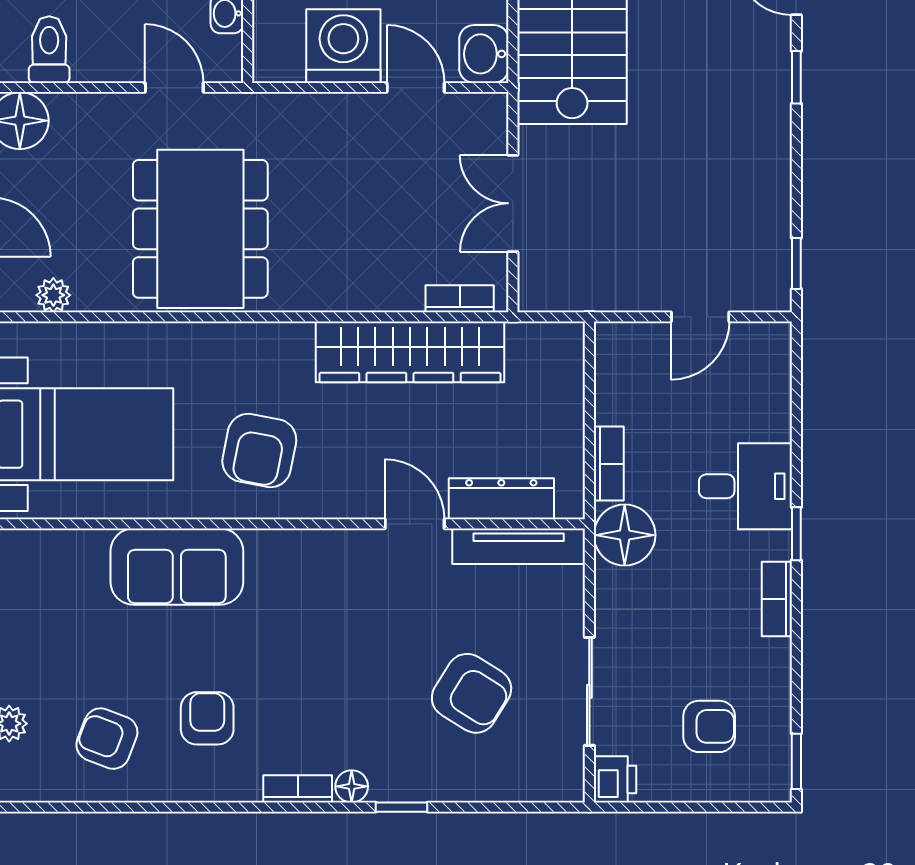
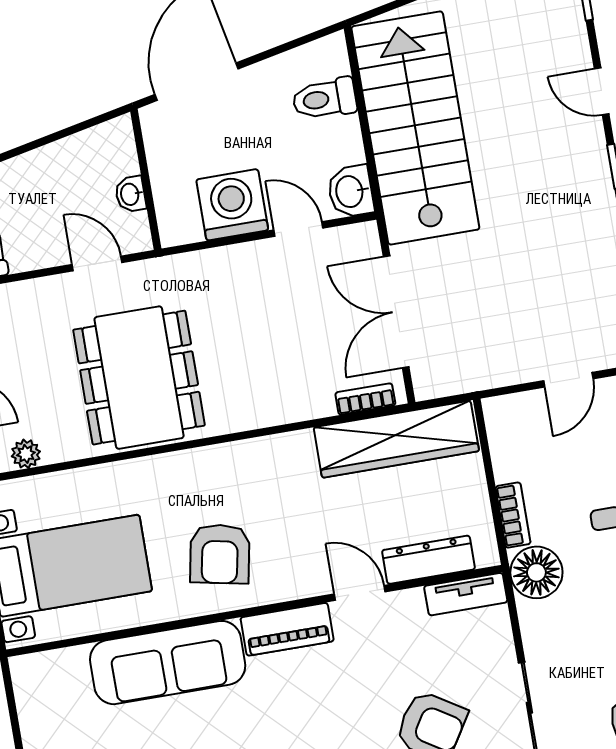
double door: (513, 203) -> (396, 312), width x1.37
wardrobe: (410, 352) -> (396, 439), moved
tv unit: (519, 546) -> (466, 594), width x0.71
piano: (323, 552) -> (287, 629), added
sofa: (177, 567) -> (168, 663), width x1.36

